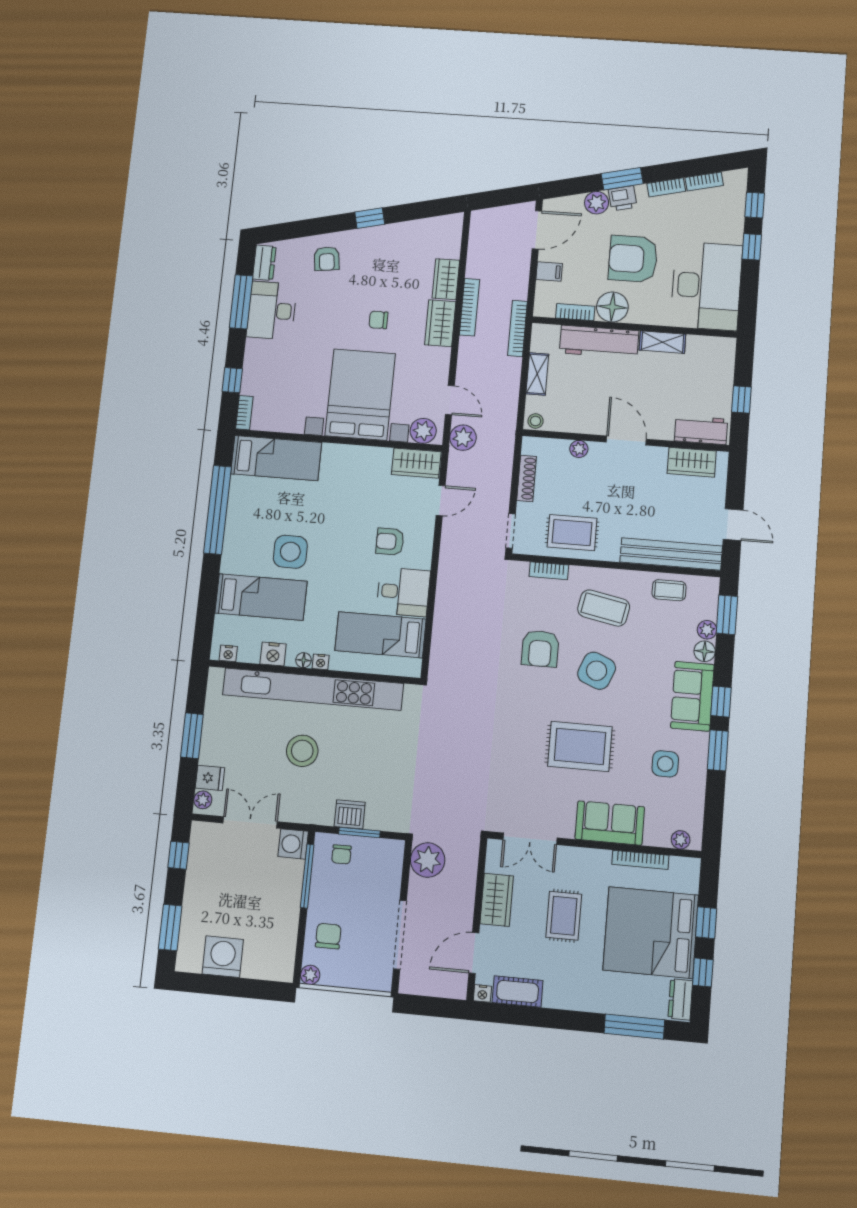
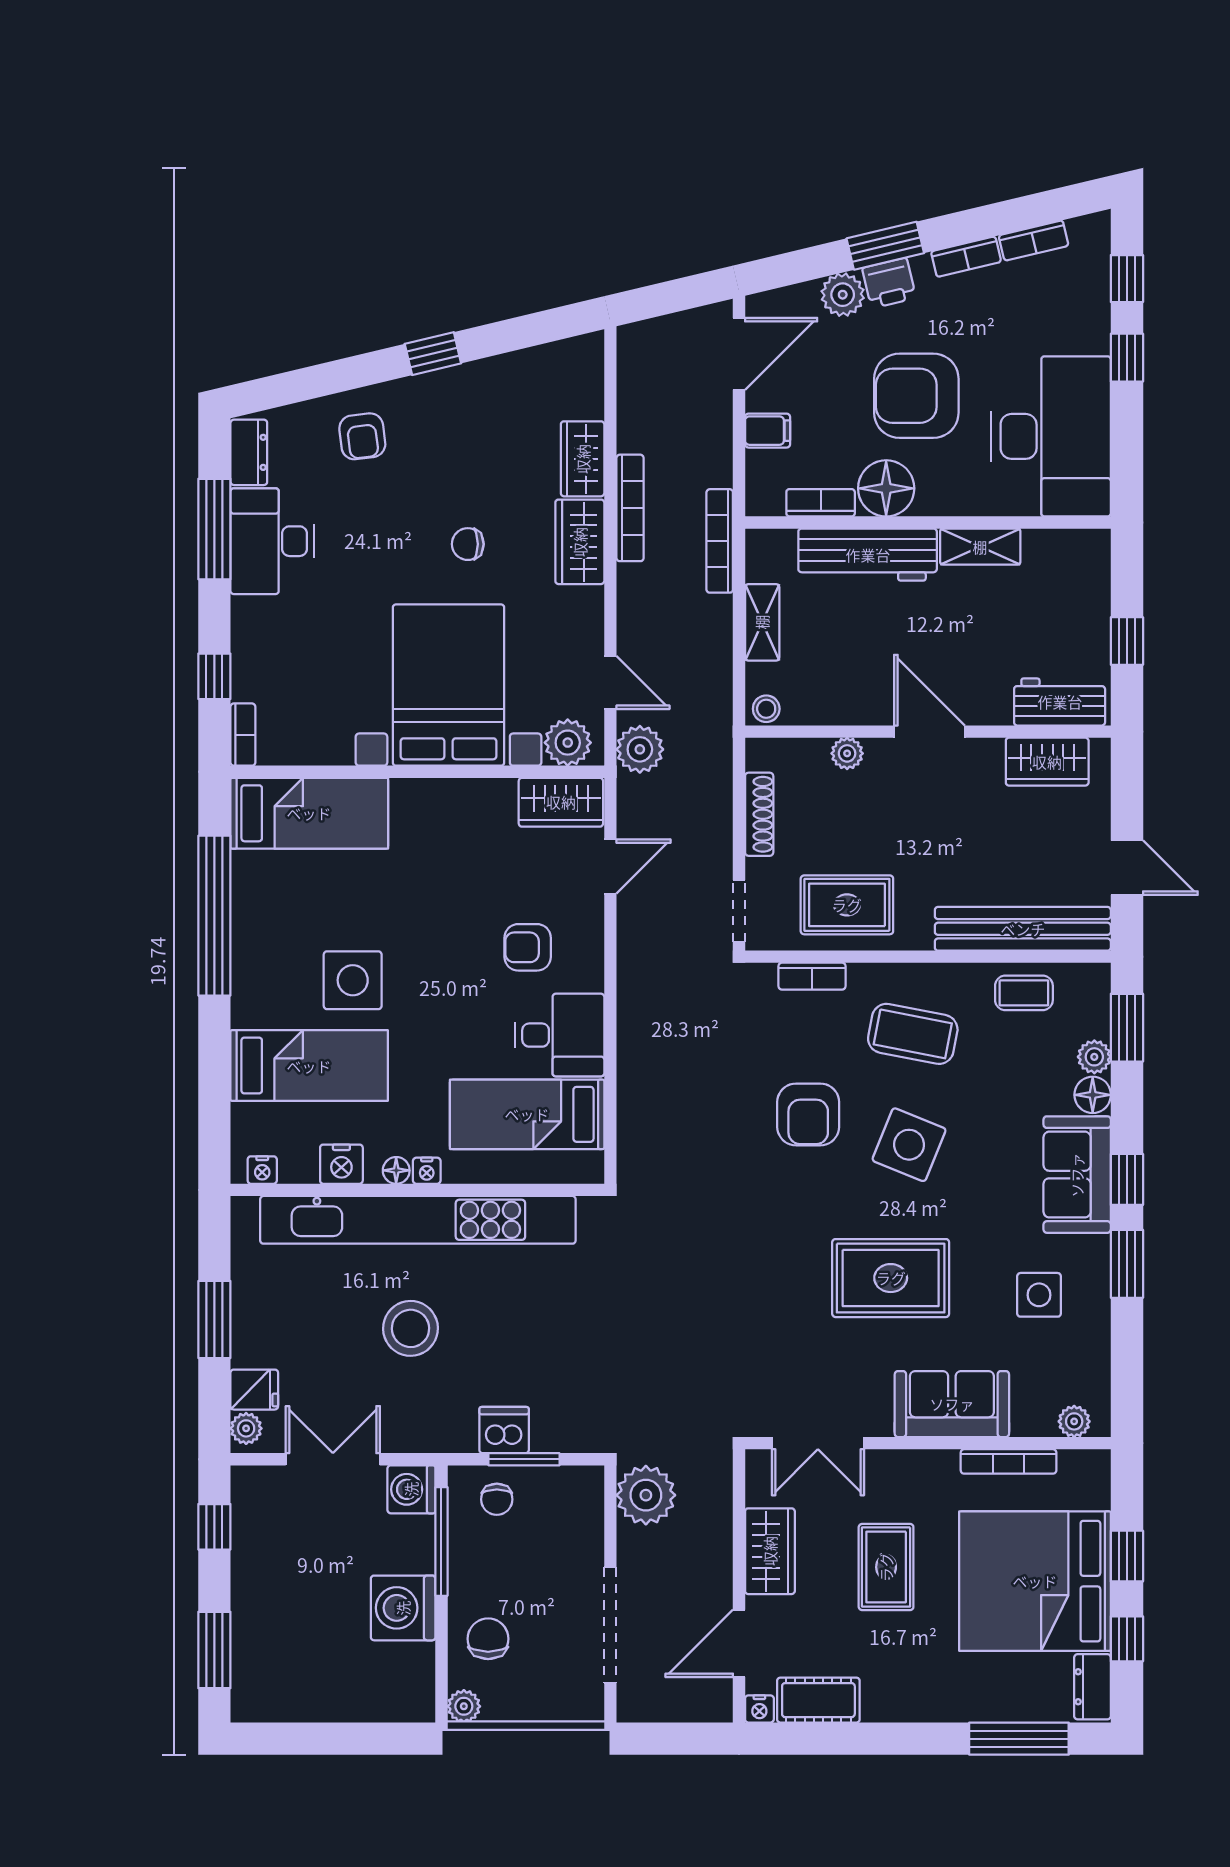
washing machine: (223, 957) -> (403, 1608), moved, turned -90

